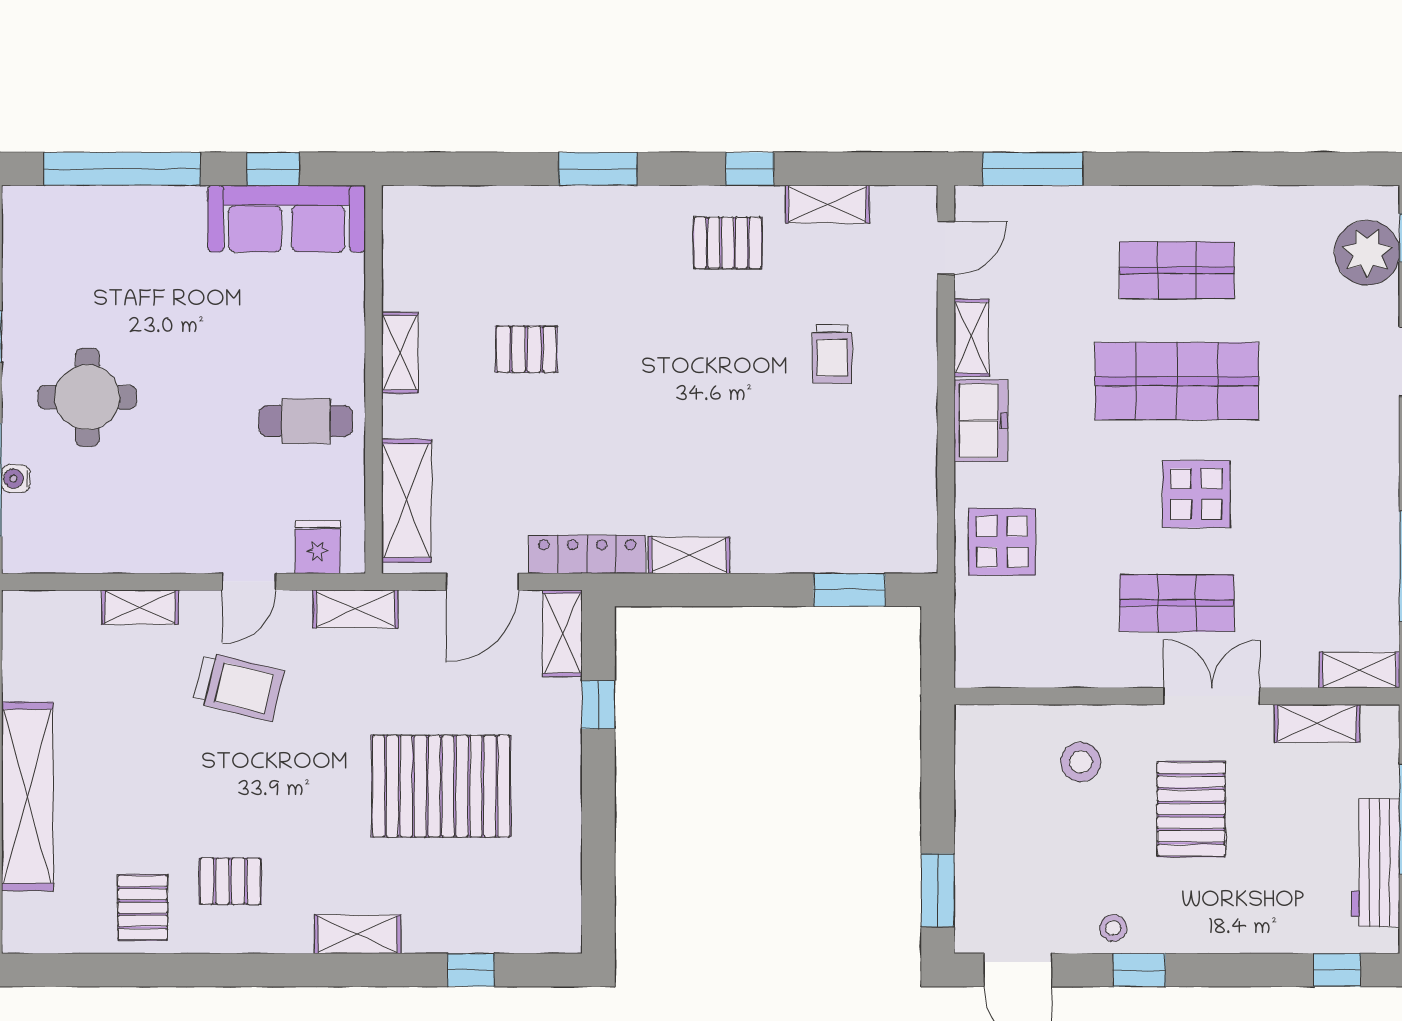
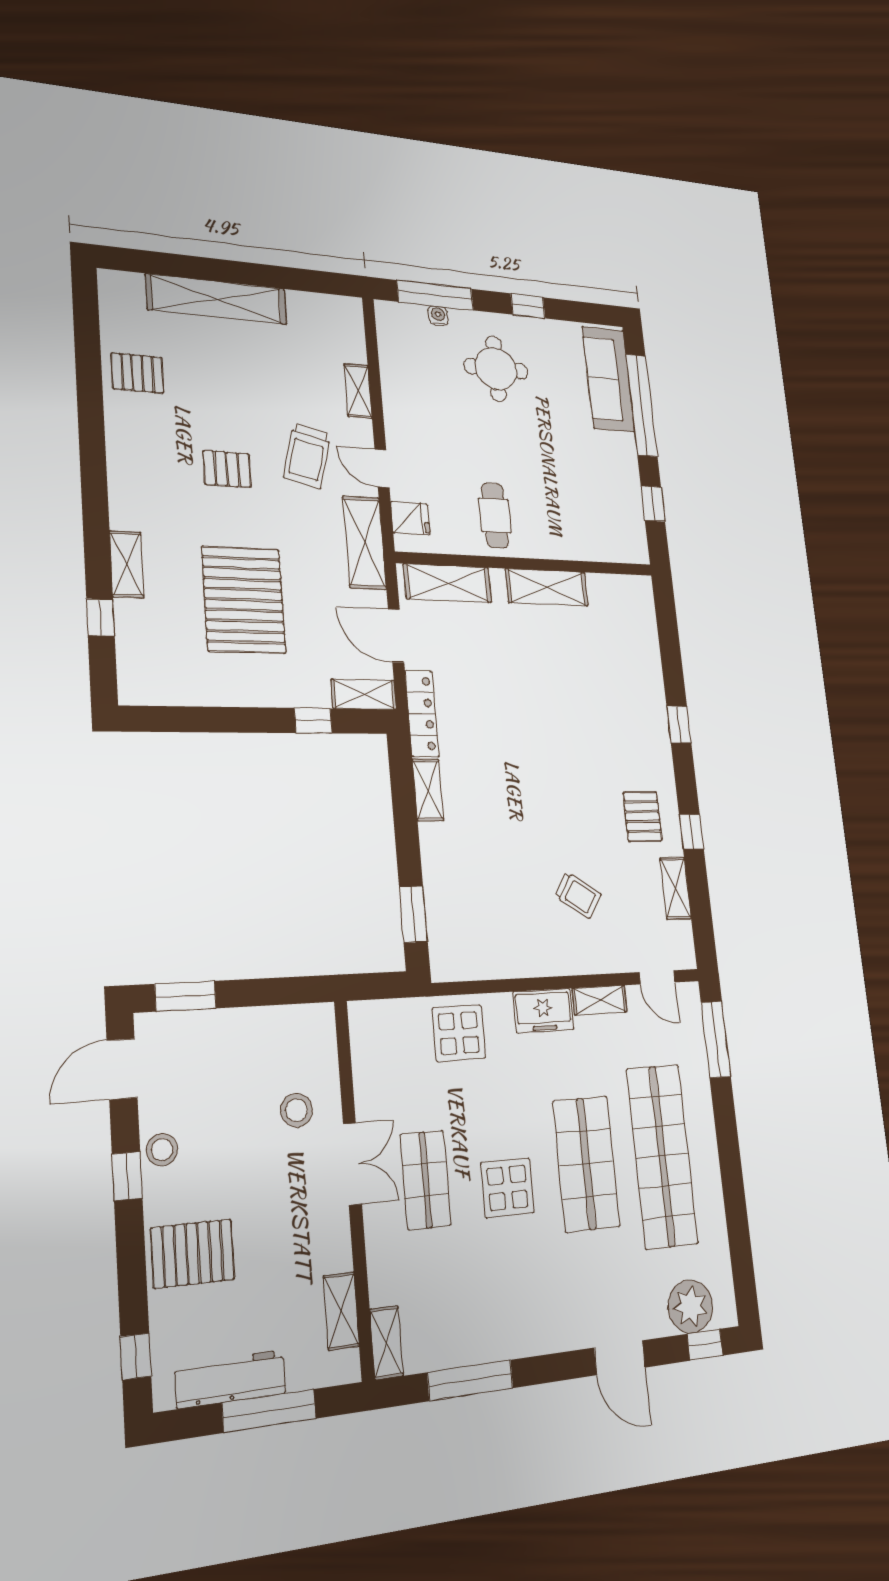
window: (598, 169) -> (679, 724), width x0.67
sofa: (287, 219) -> (608, 379), moved
shop shelf: (1177, 270) -> (662, 1156), width x2.00, depth x1.36
pallet: (526, 349) -> (558, 672), removed
shelving: (400, 353) -> (547, 587), width x1.50, depth x1.33
trolley: (832, 354) -> (578, 895), turned -147
shelving: (355, 609) -> (365, 543), width x1.50, depth x1.33
double door: (1212, 696) -> (352, 1164), moved
pallet: (1191, 809) -> (193, 1254), moved
pallet: (230, 881) -> (227, 469), moved, turned 90
stool: (1113, 928) -> (162, 1150), width x1.37, depth x1.37
shelving: (358, 934) -> (127, 564), moved

